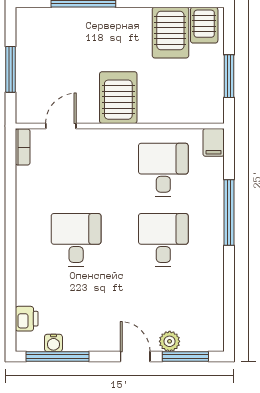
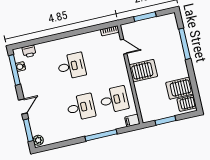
plant: (170, 341) -> (38, 140), moved

